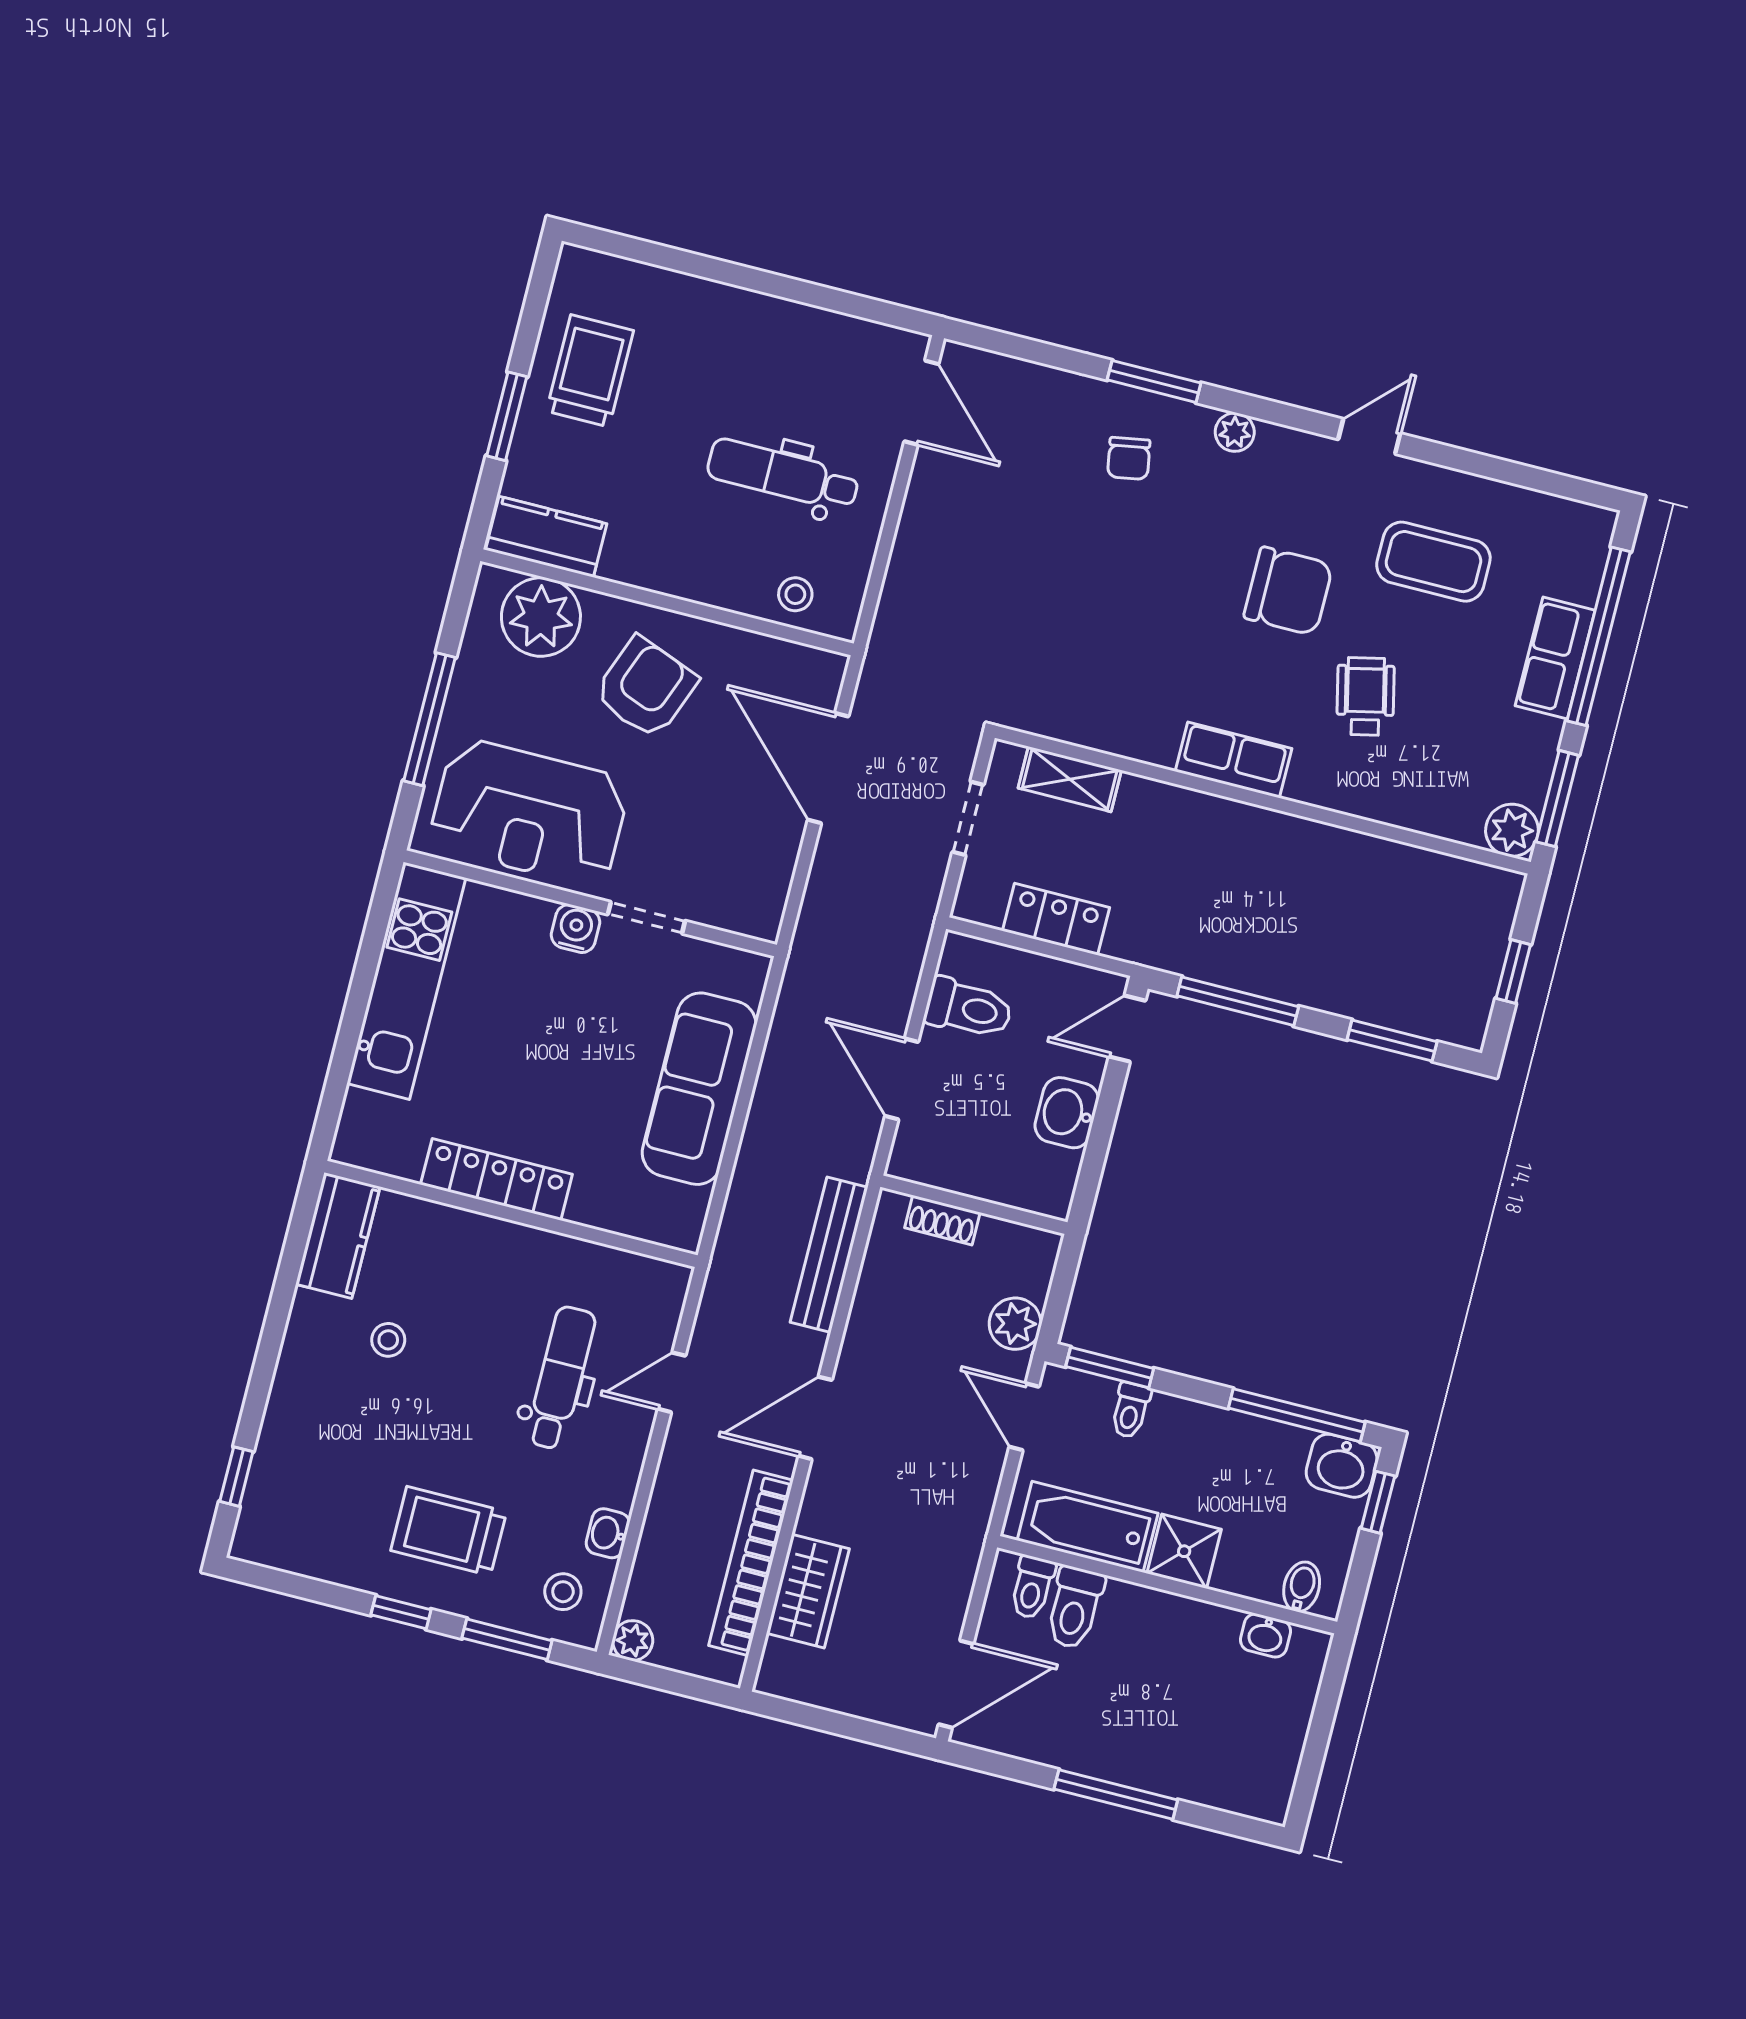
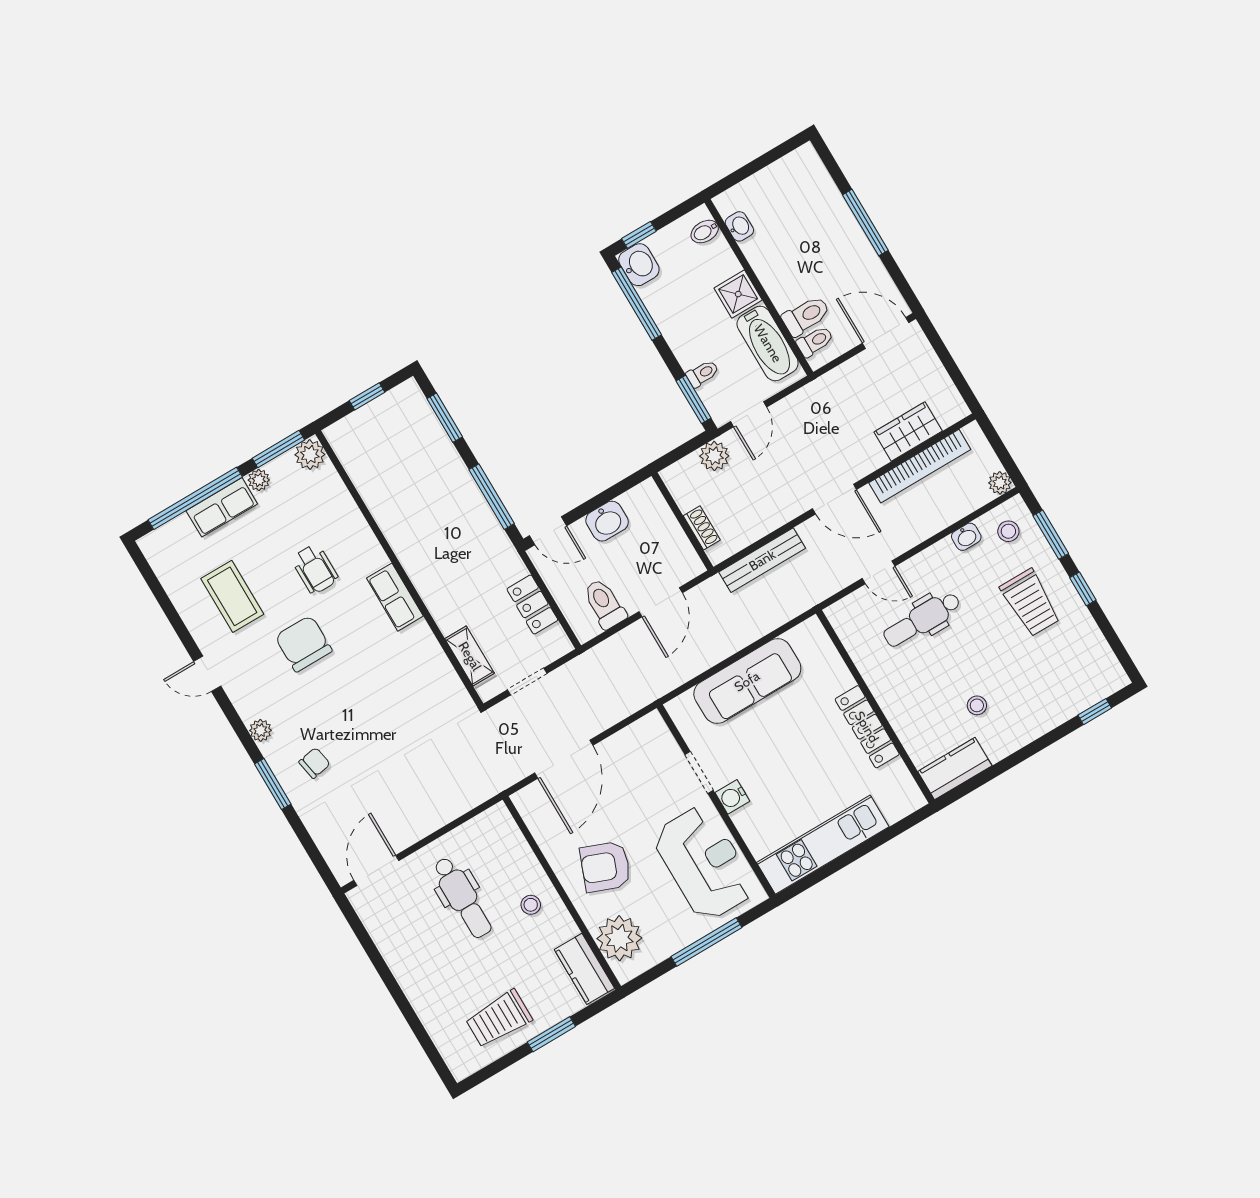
stool: (795, 594) -> (531, 905), moved
wheelchair: (1366, 696) -> (315, 569), turned -77
plant: (1543, 737) -> (259, 480), added

